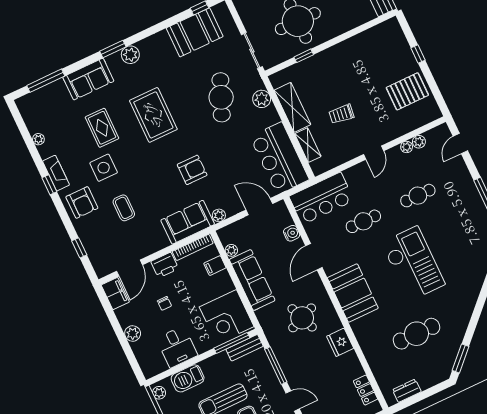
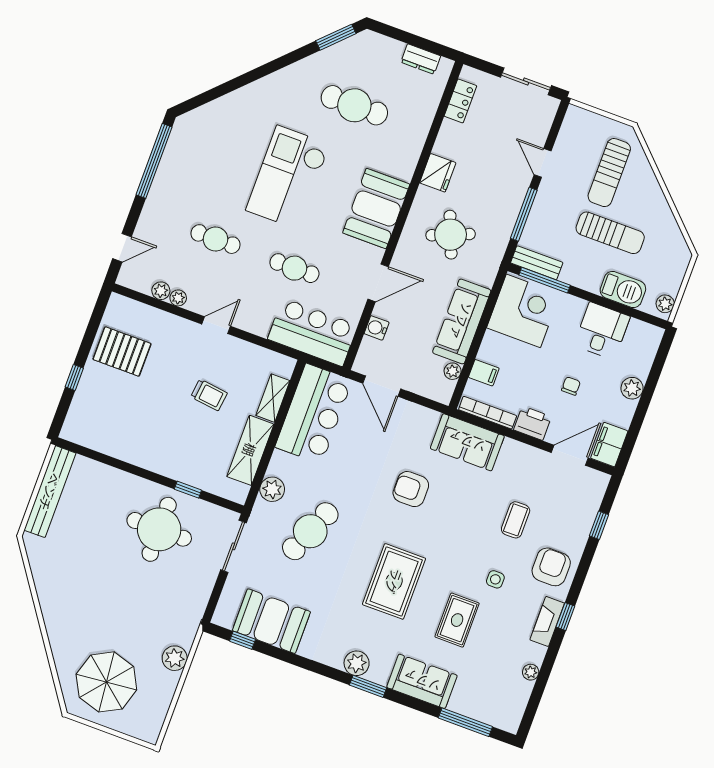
side table: (104, 168) -> (495, 579), width x0.54, depth x0.54
plant: (219, 215) -> (430, 418), removed

